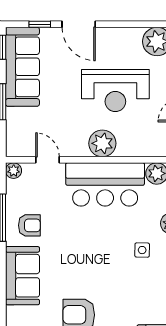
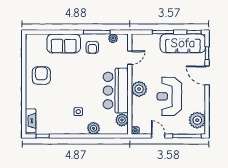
door: (79, 24) -> (207, 75), hinge flipped
plant: (14, 171) -> (113, 38), moved

